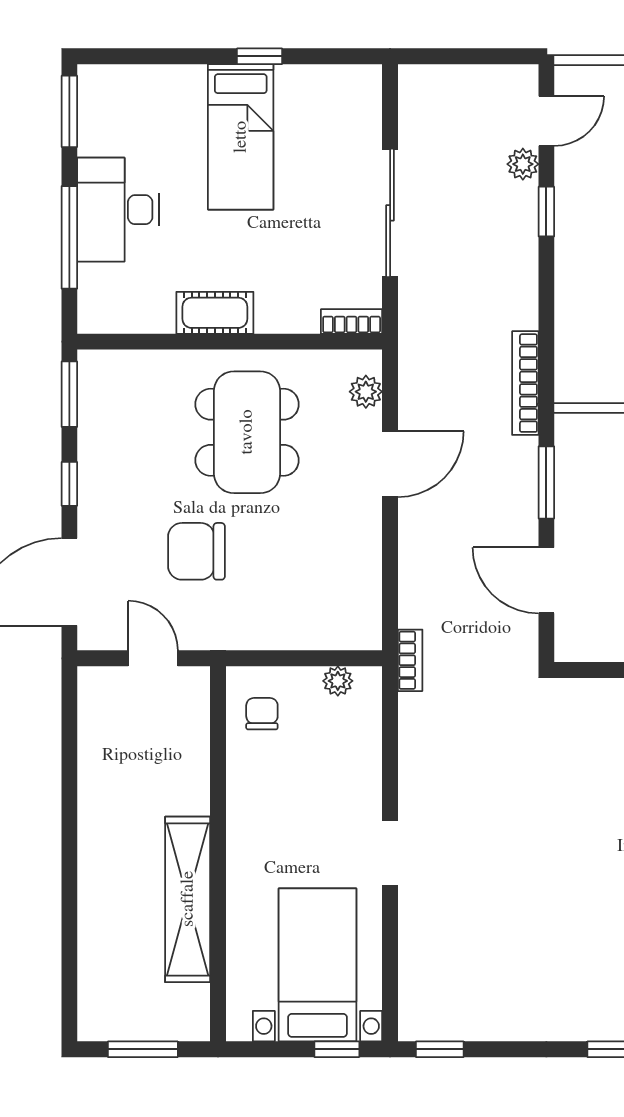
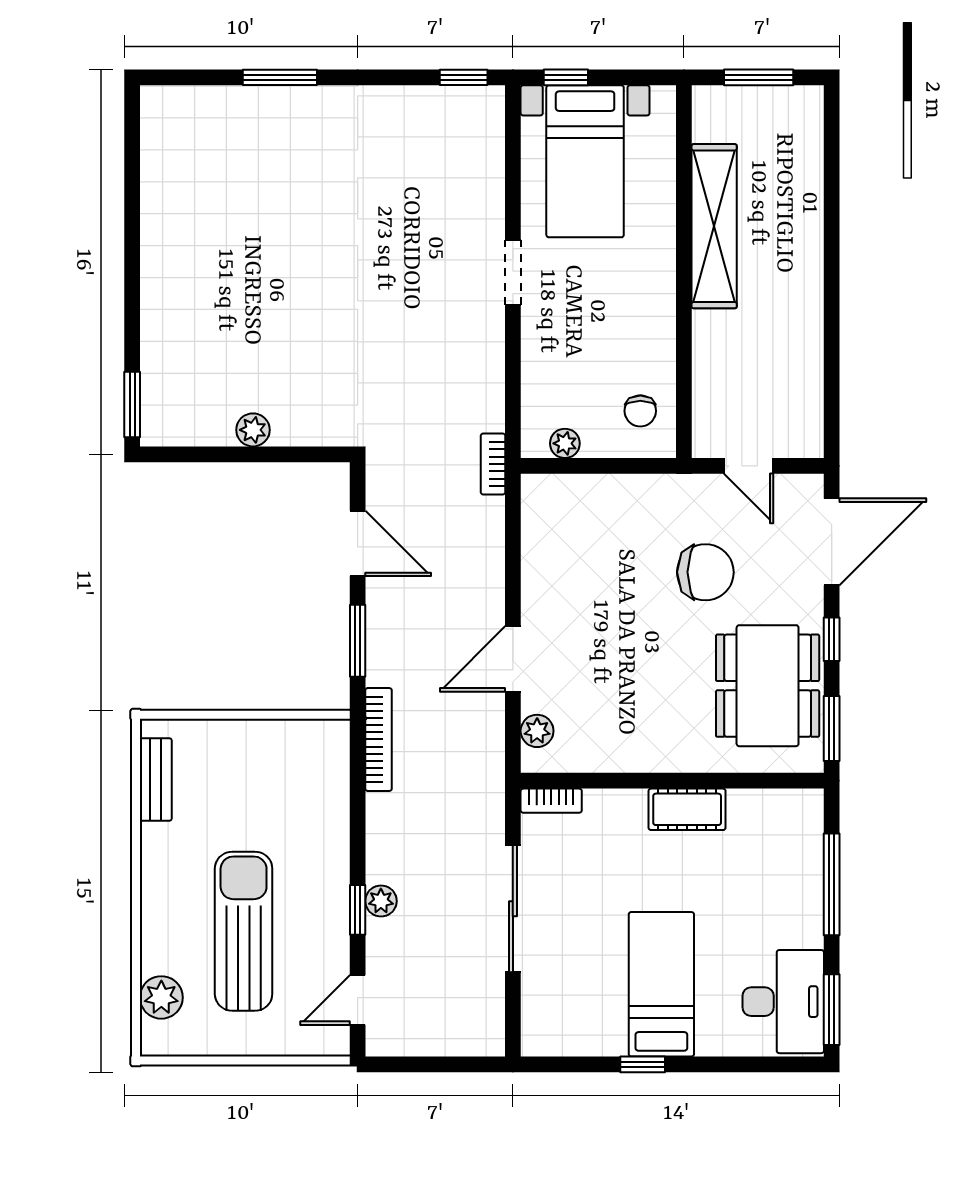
plant: (523, 164) -> (381, 901), moved
desk: (118, 210) -> (783, 1002), moved
dining table: (247, 432) -> (768, 686), moved

